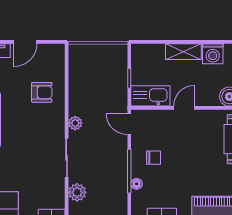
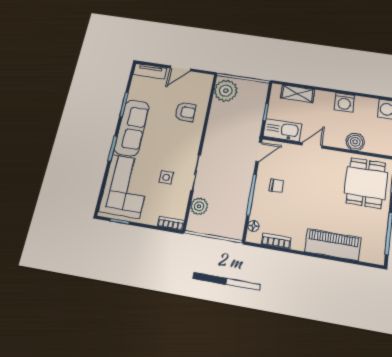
shelving: (183, 52) -> (298, 94), moved
plant: (75, 123) -> (226, 91), moved, width x1.88, depth x1.88
door: (129, 124) -> (259, 152), swing flipped
side table: (36, 168) -> (166, 177), added
floor lamp: (137, 184) -> (253, 226), moved

